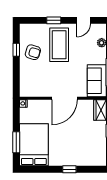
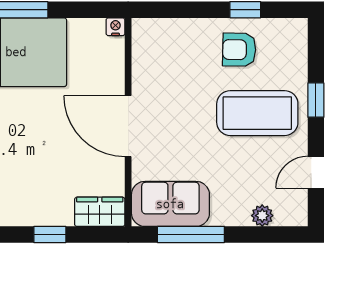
door: (84, 20) -> (316, 172), hinge flipped
armchair: (33, 52) -> (239, 50), turned 74

